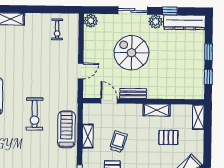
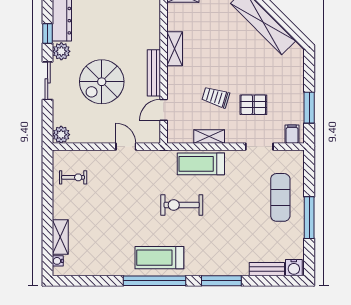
bench: (133, 93) -> (154, 73), width x1.36
exercise bike: (35, 114) -> (182, 205), turned 180
pallet: (168, 137) -> (210, 33), removed

